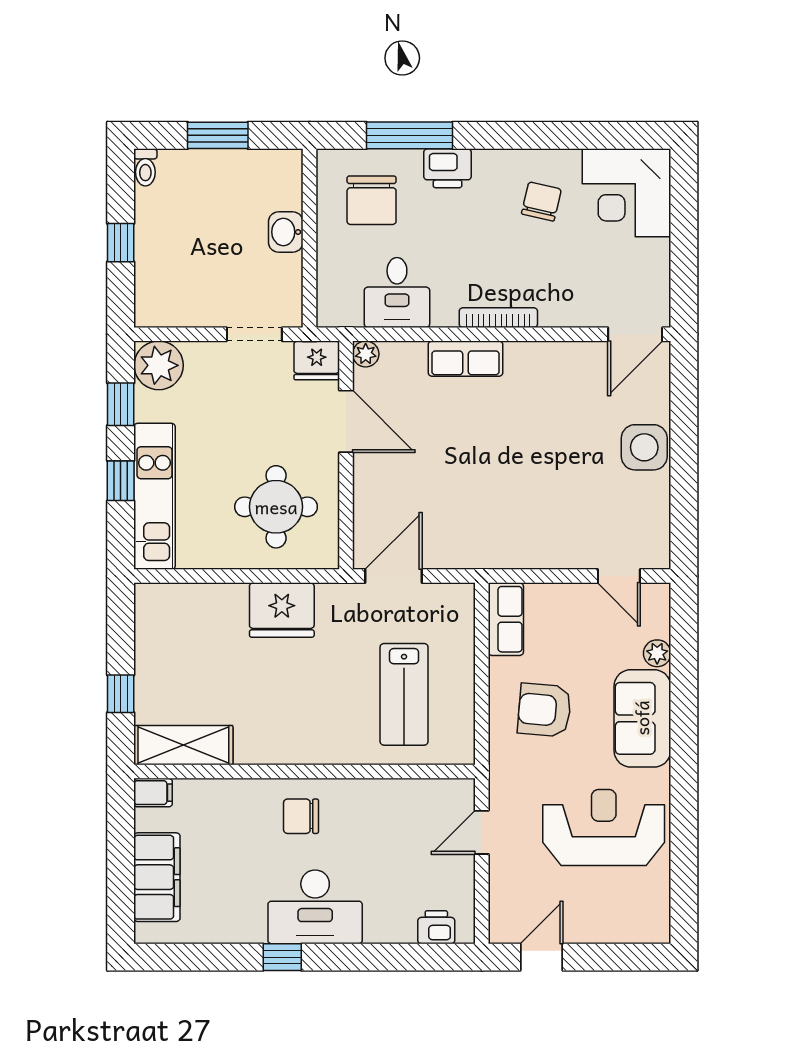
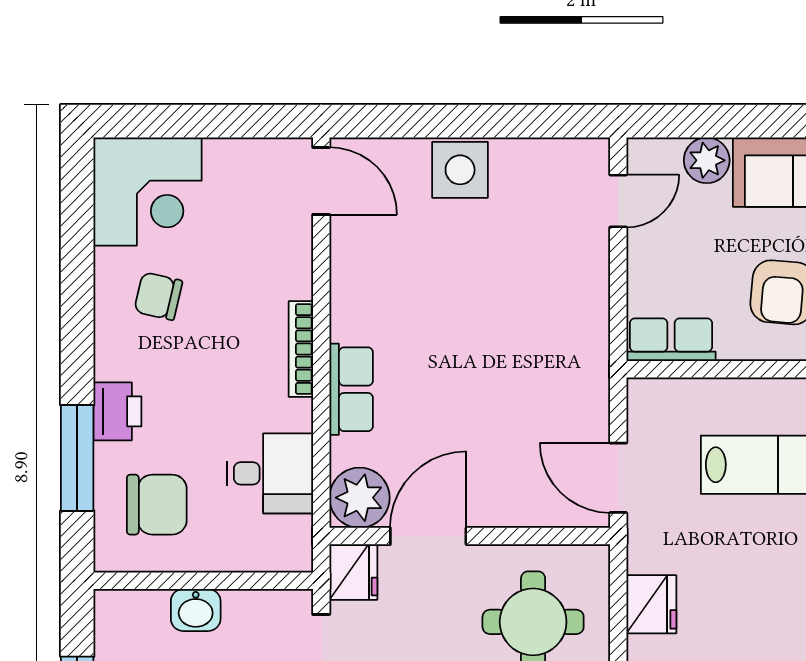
plant: (366, 354) -> (360, 498), width x1.88, depth x1.88
fridge: (282, 610) -> (651, 604), width x0.73, depth x0.75
plant: (657, 653) -> (707, 160), width x1.38, depth x1.38

